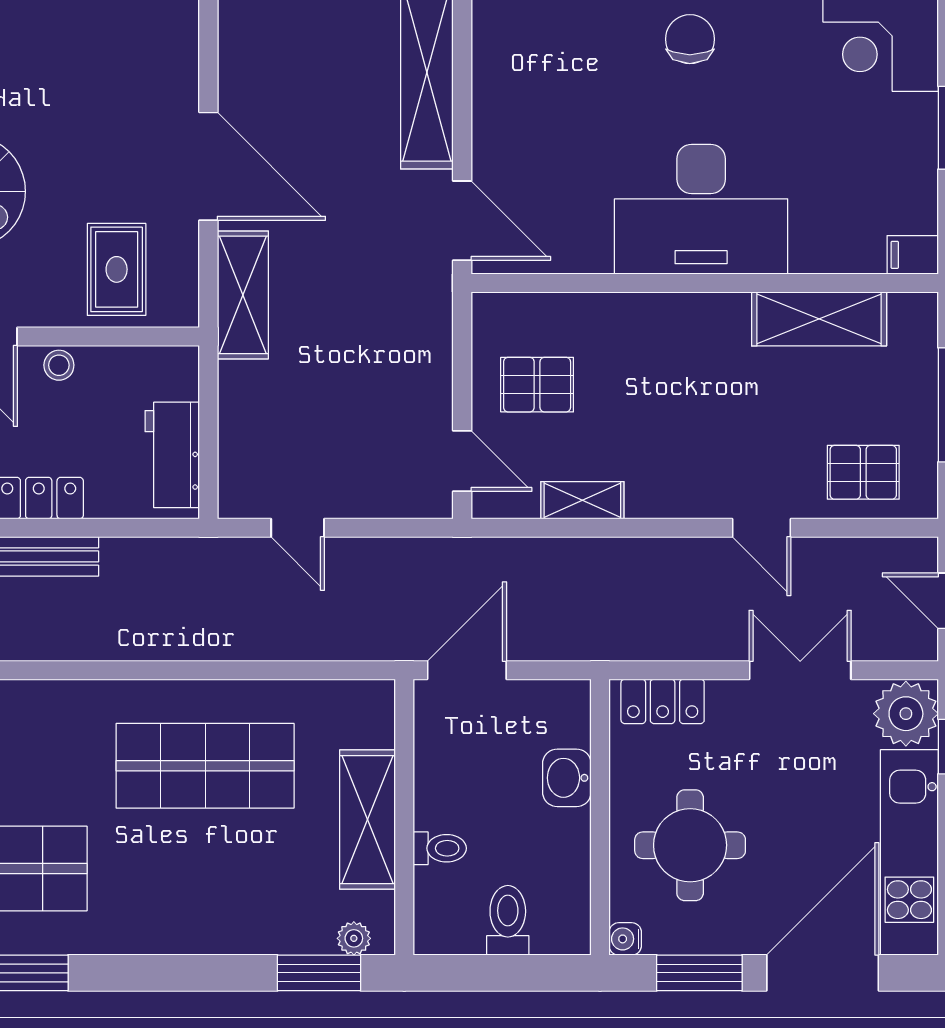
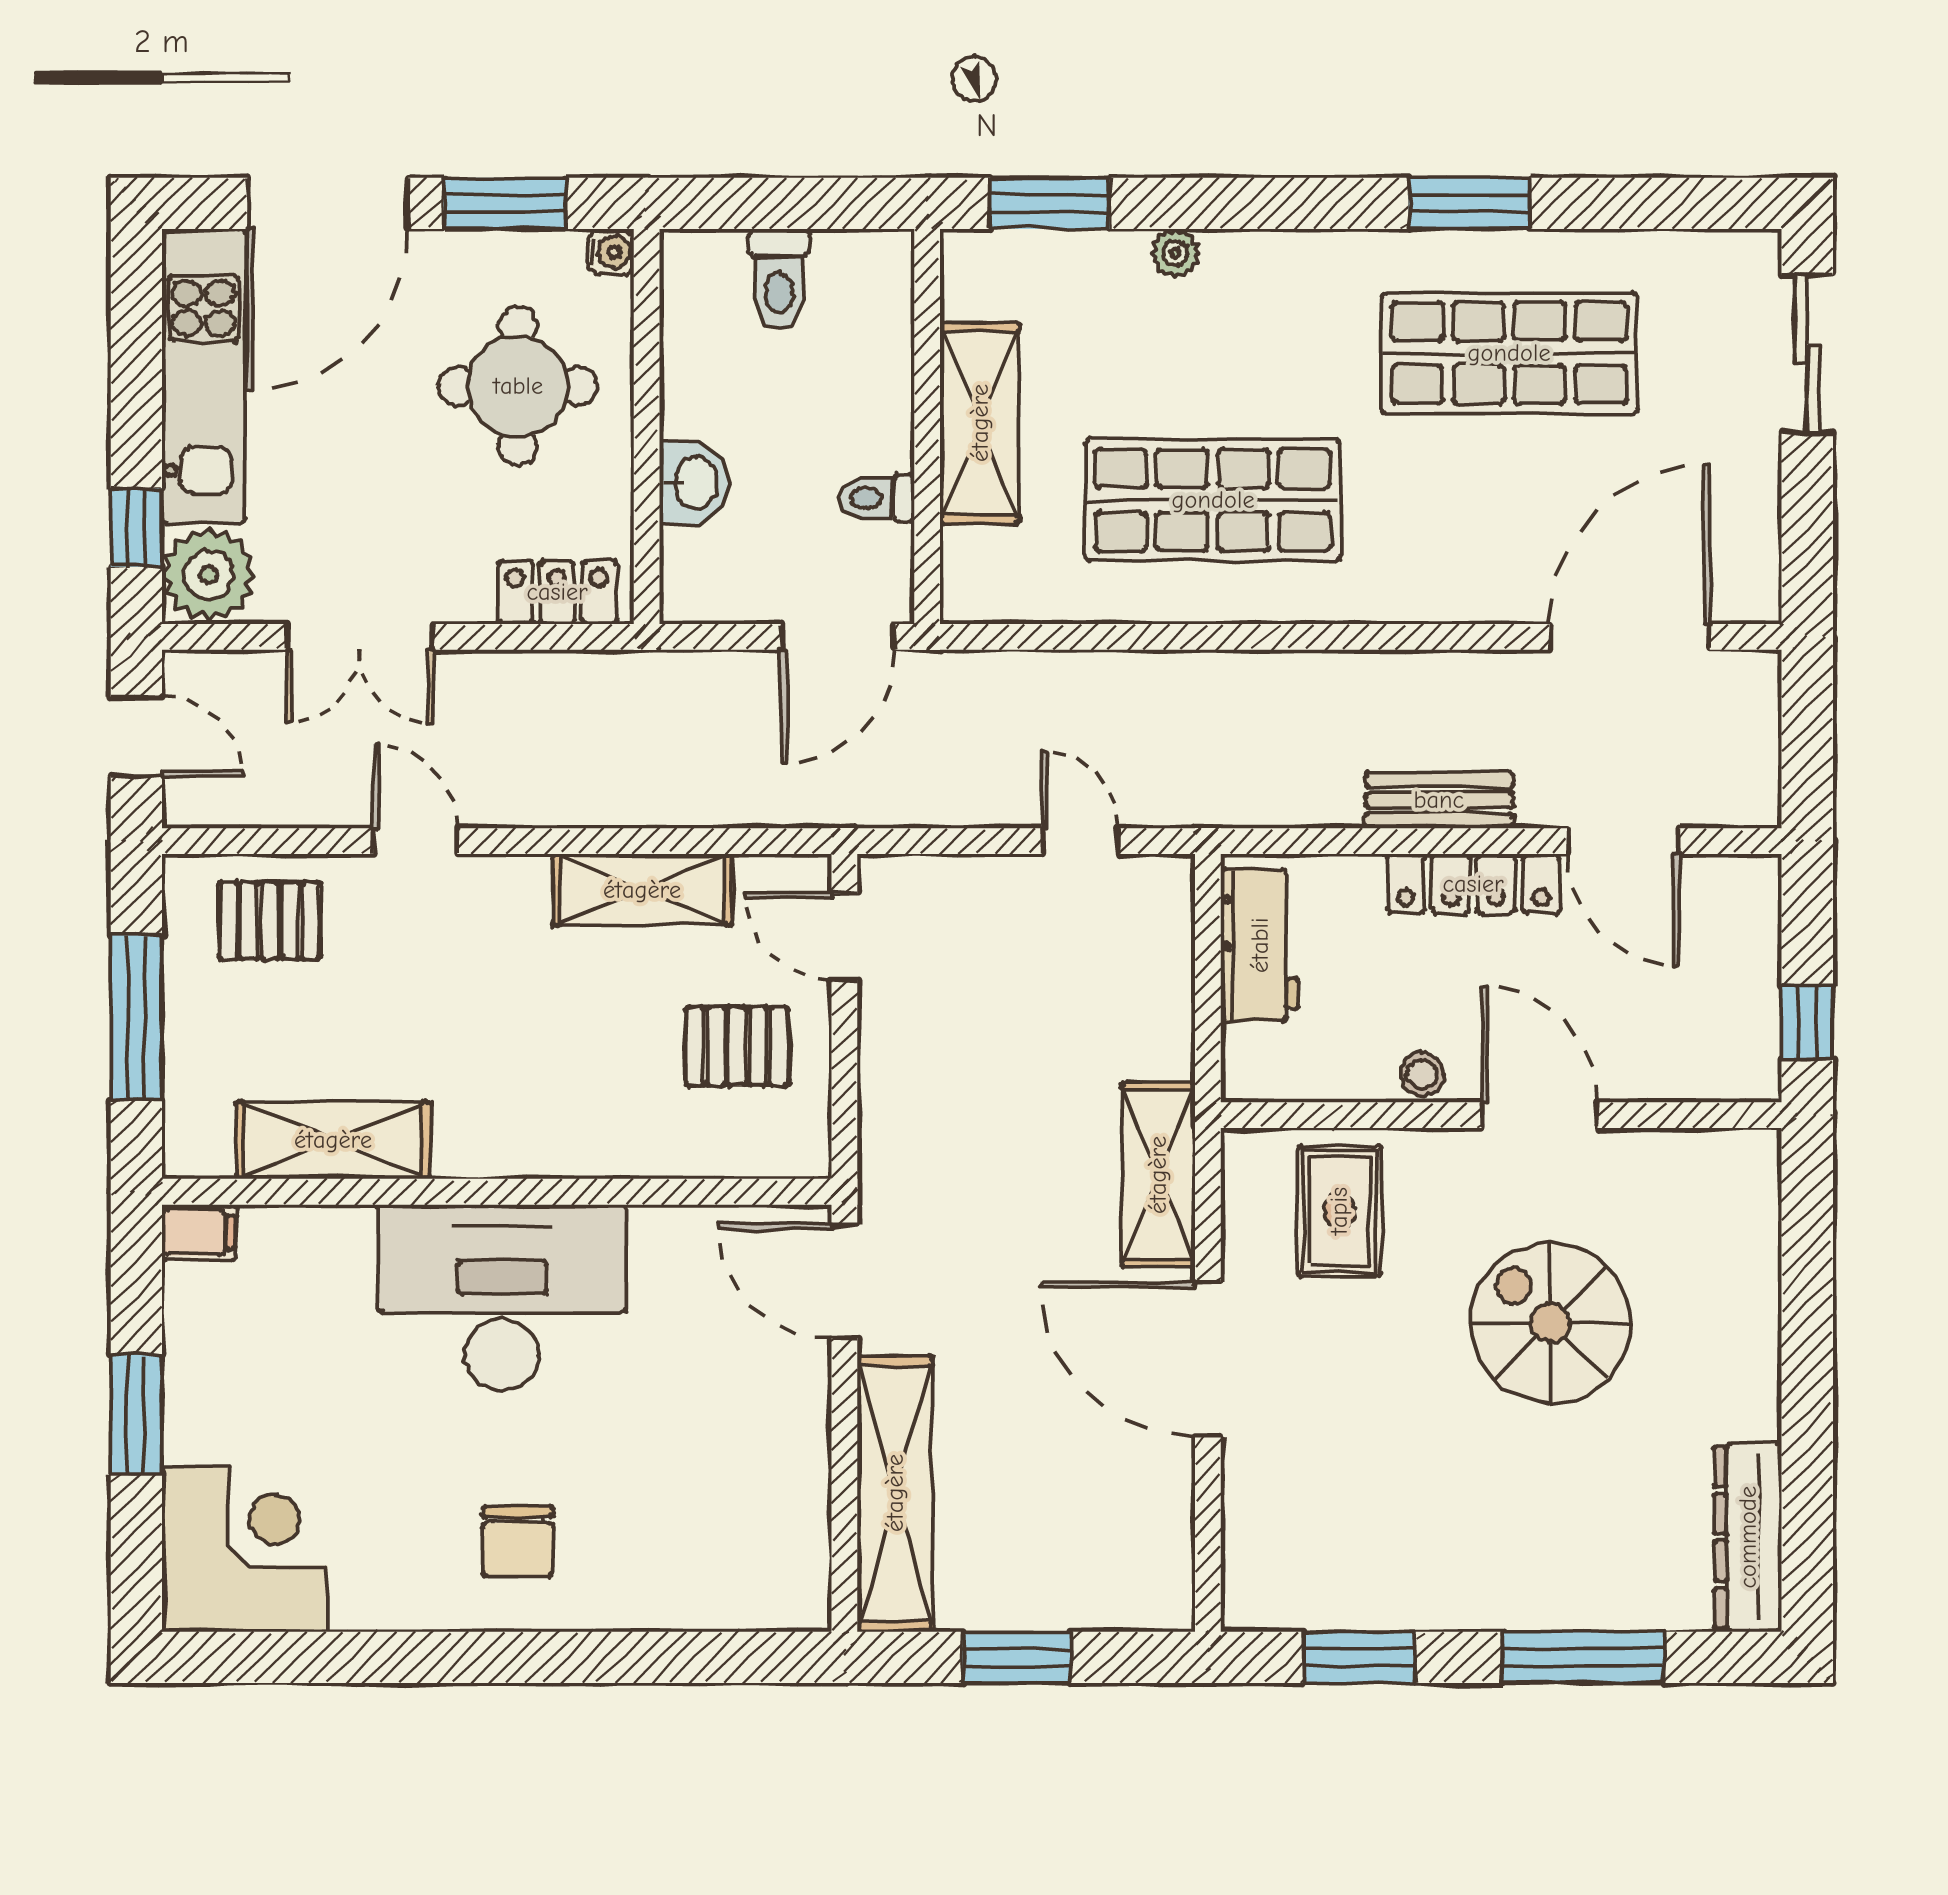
shelving: (582, 500) -> (642, 890), width x1.50, depth x1.33
toilet: (440, 848) -> (876, 498), moved
plant: (354, 938) -> (1175, 253), moved

